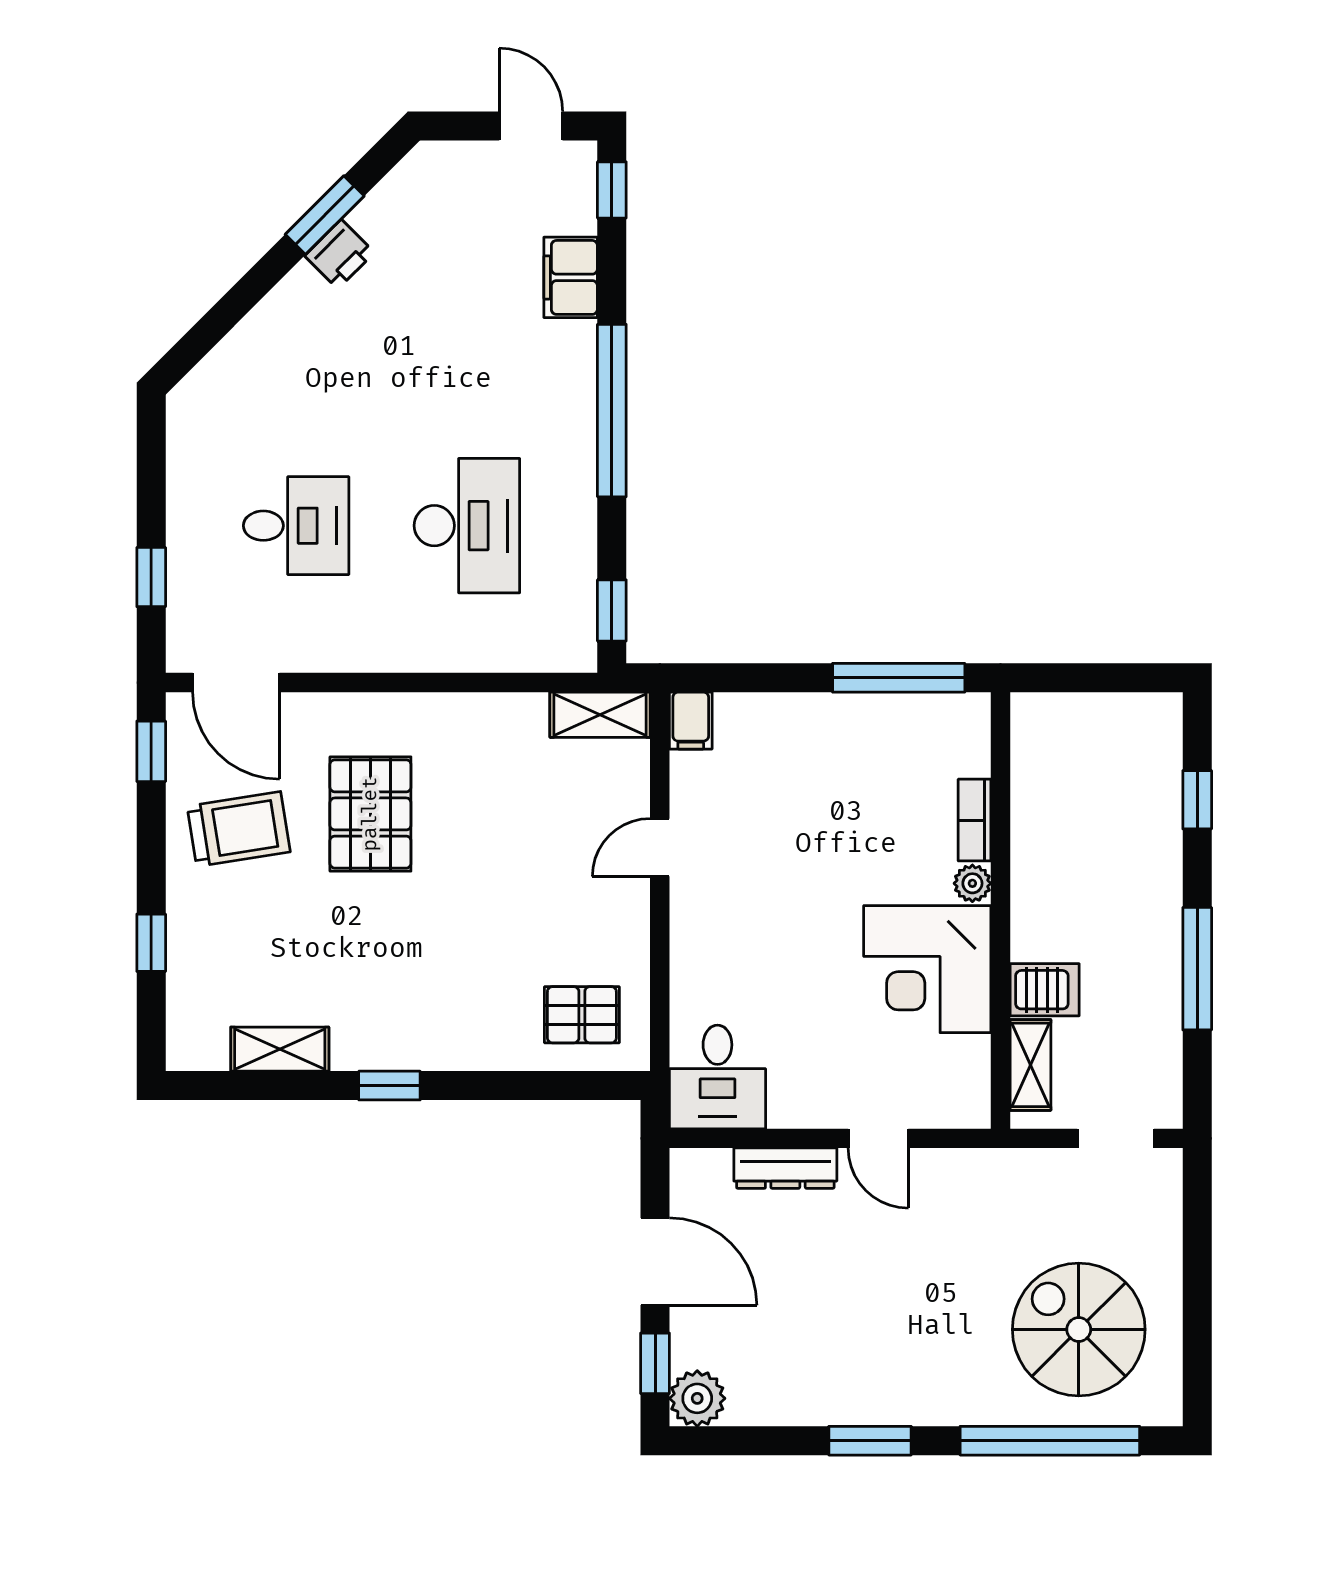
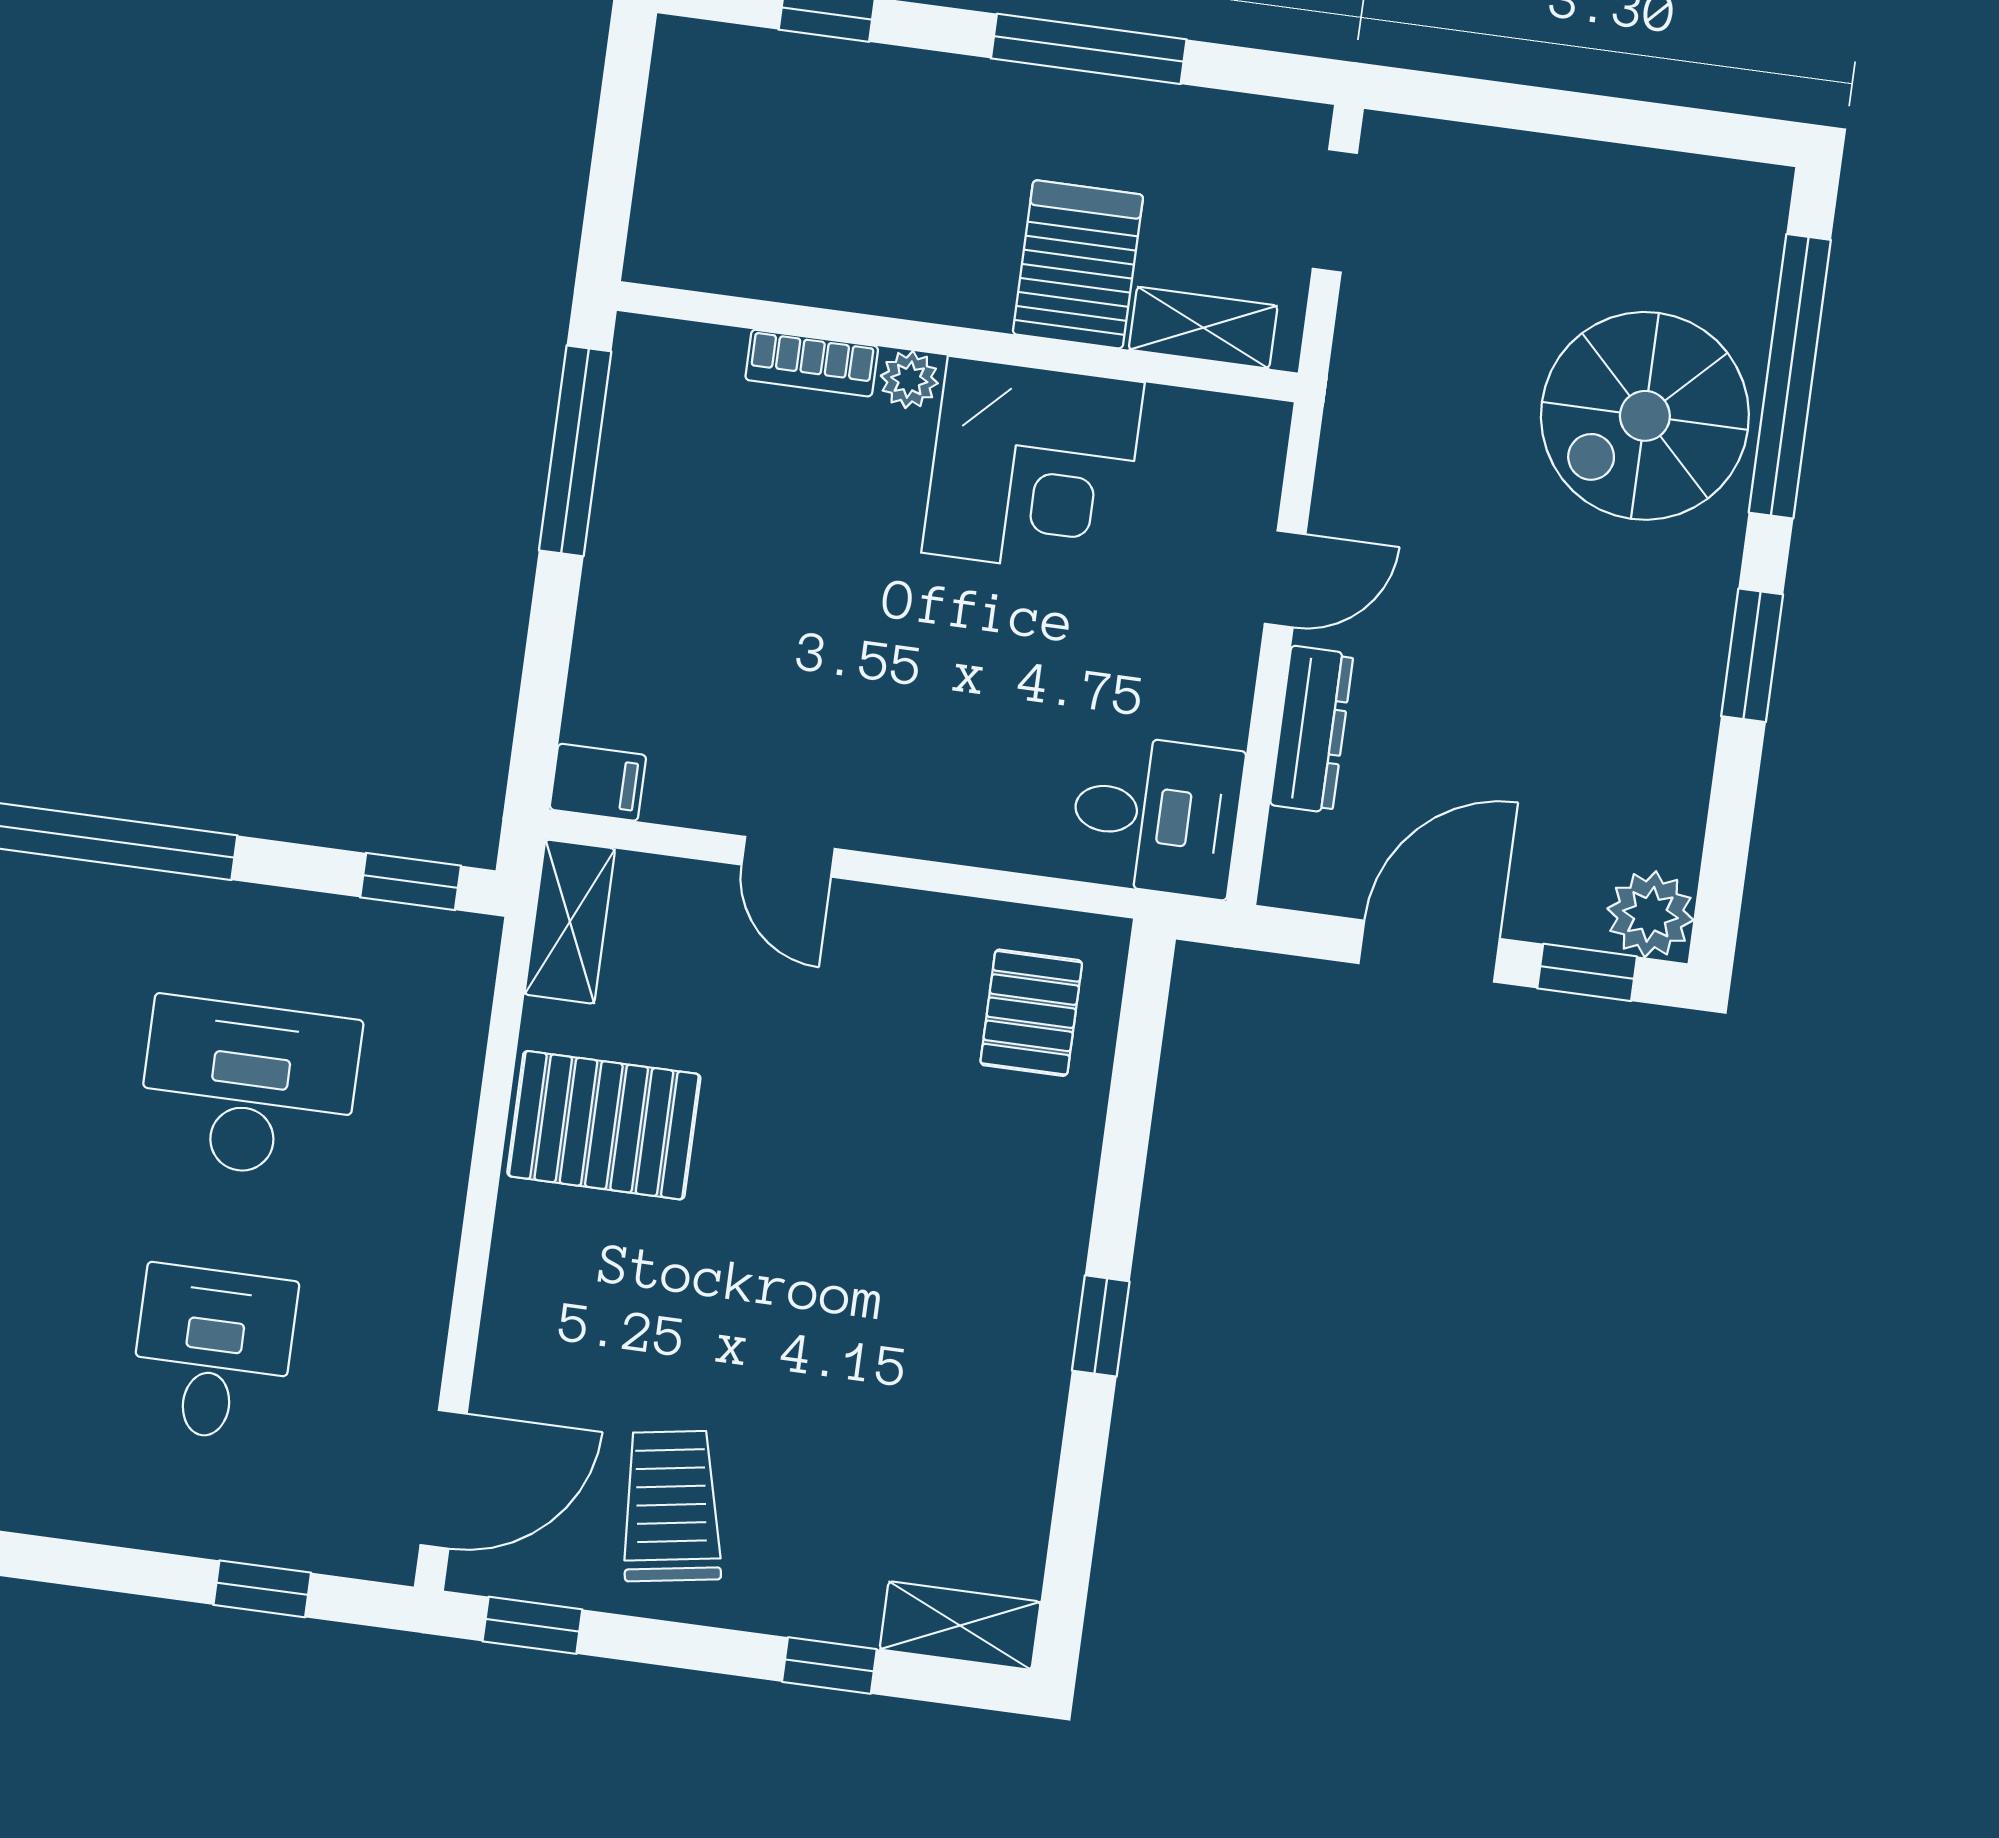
pallet: (370, 814) -> (604, 1125), moved
server rack: (1045, 990) -> (1078, 264), width x1.36, depth x1.44
shelving: (280, 1049) -> (960, 1626), moved, turned 90
spiral stairs: (1079, 1329) -> (1645, 416), moved

